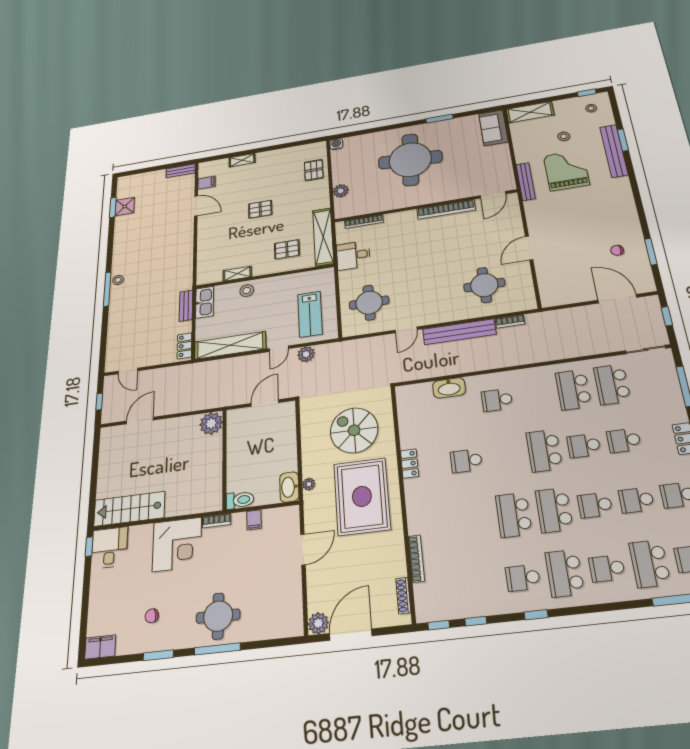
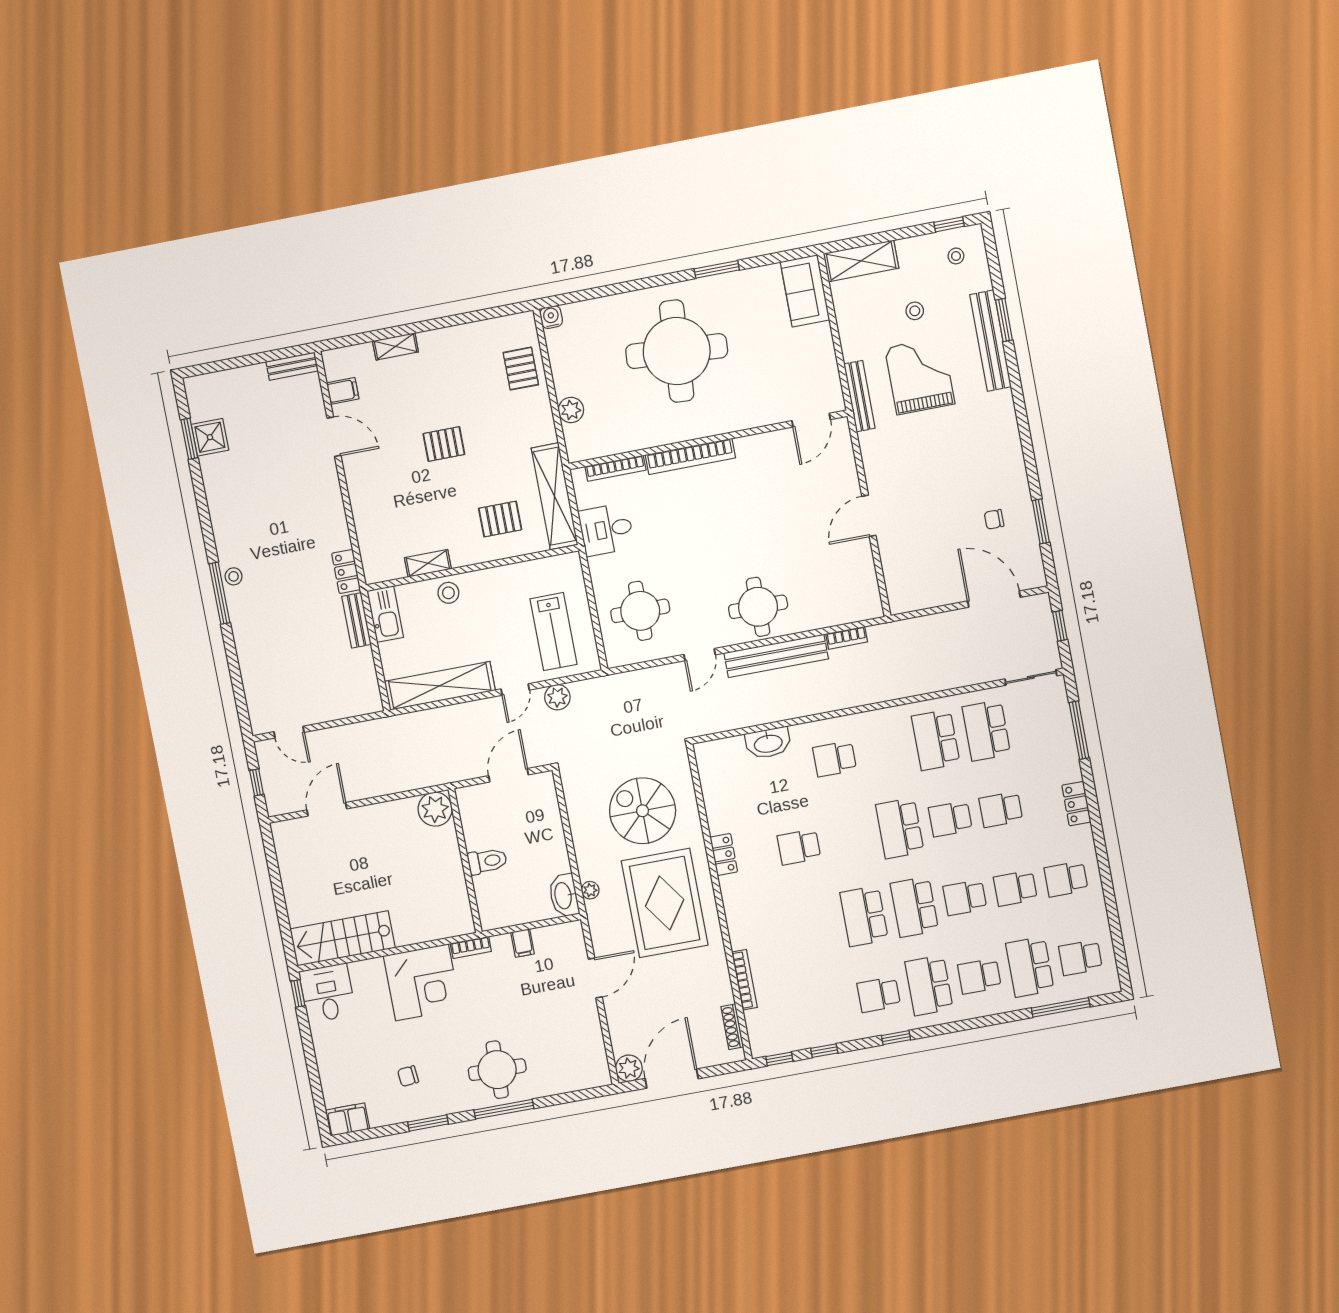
bookcase: (446, 209) -> (690, 456), moved
round table: (484, 285) -> (758, 607), moved
locker: (184, 346) -> (346, 571), moved
toilet: (240, 500) -> (487, 861), moved

